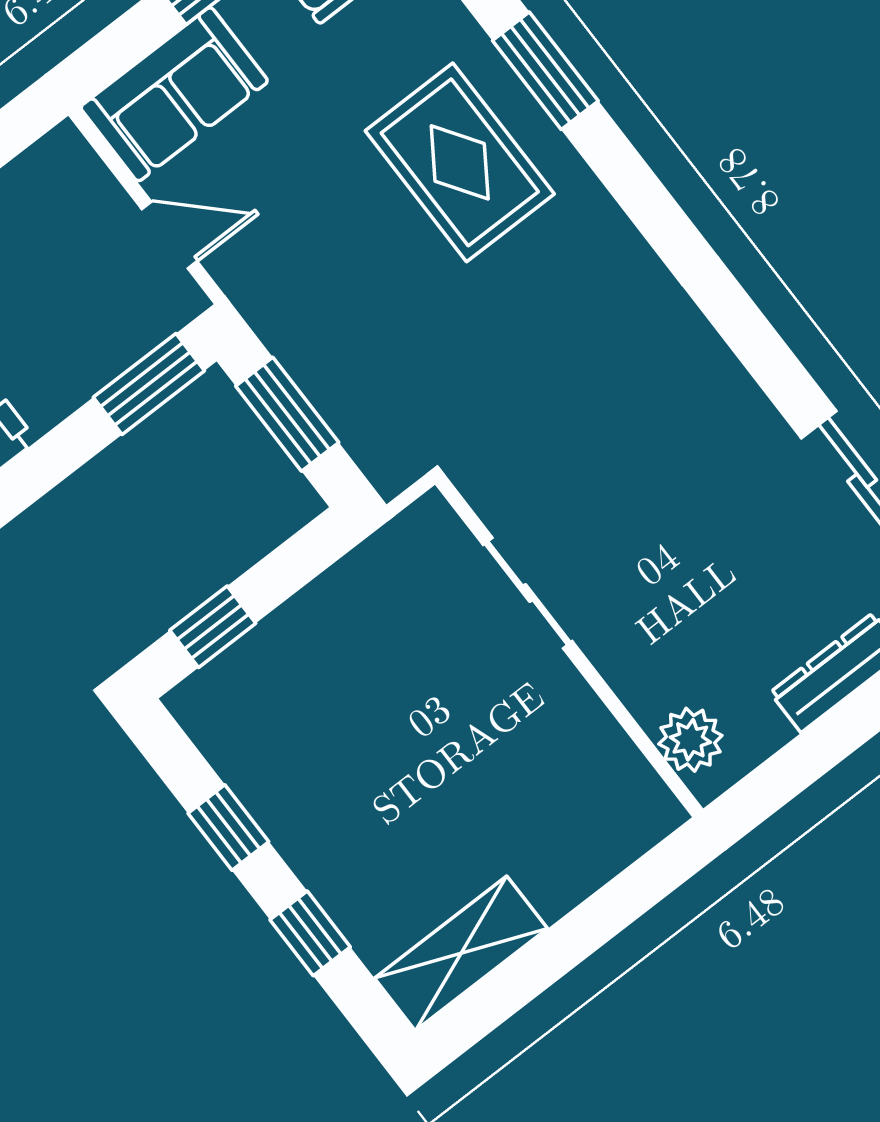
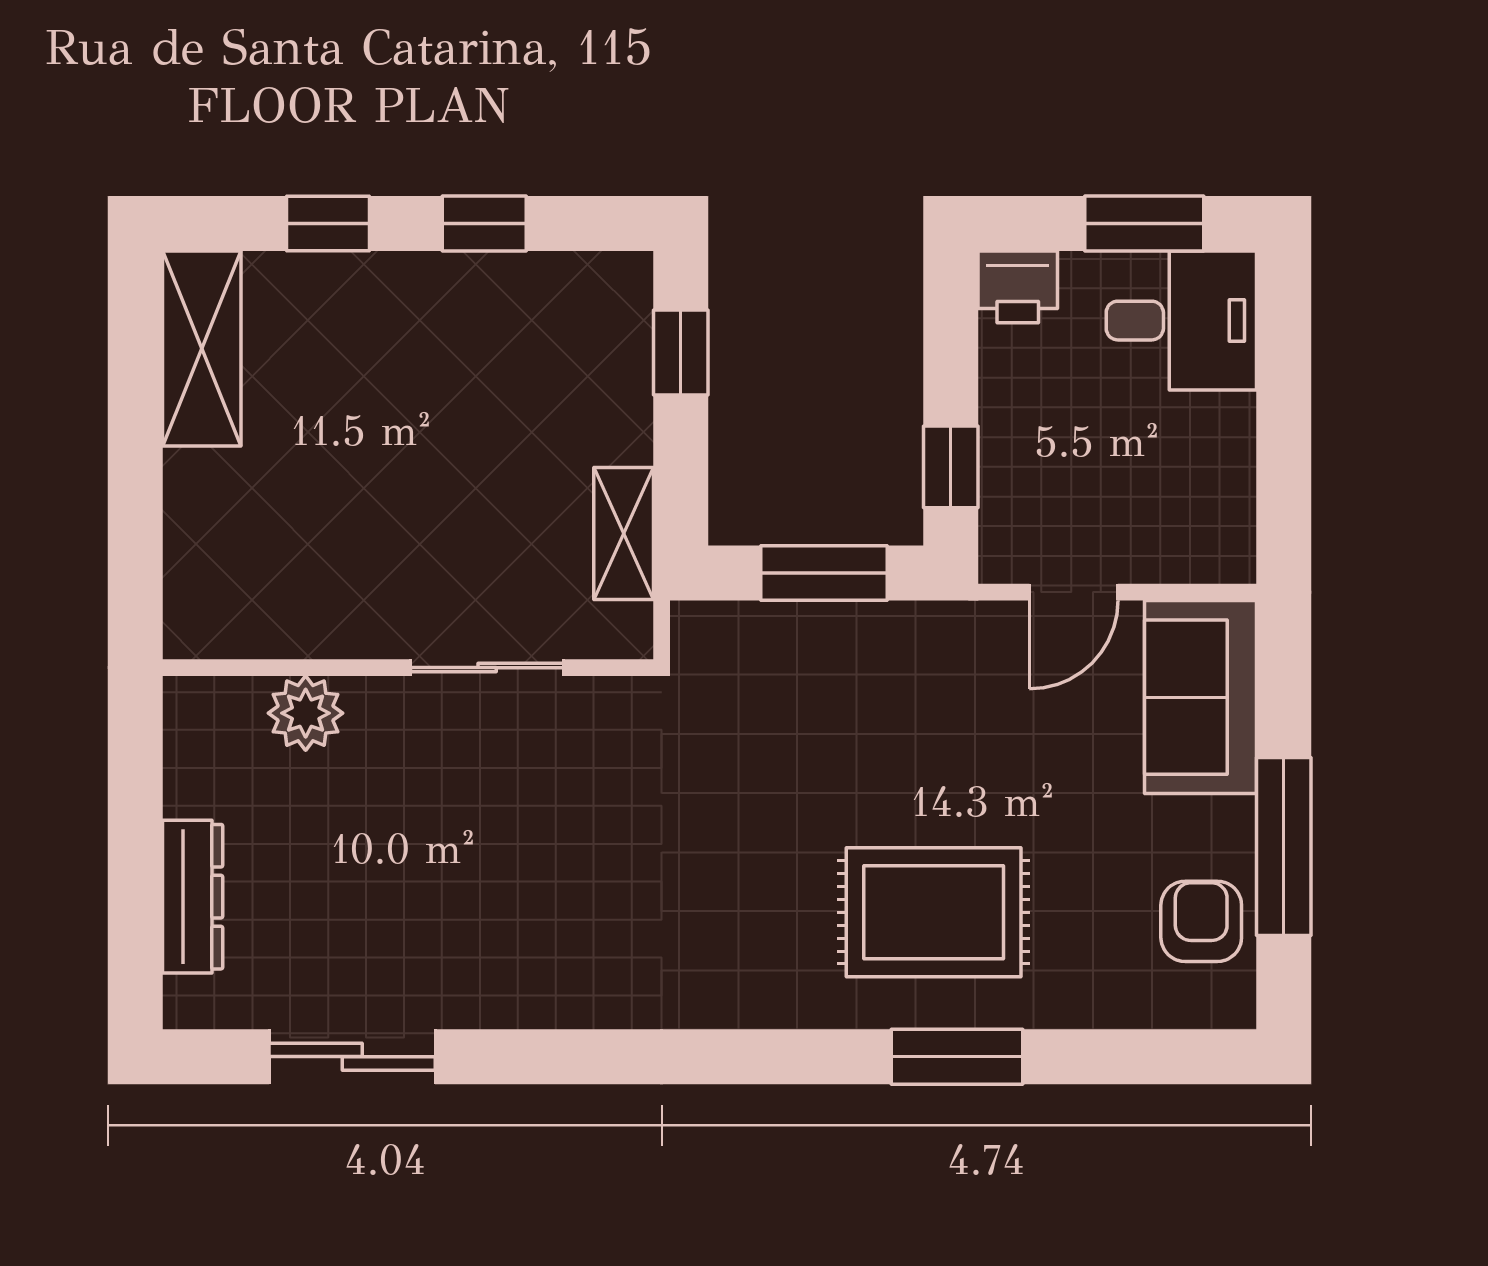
window: (149, 384) -> (951, 467), width x0.67
shelving: (365, 571) -> (624, 534), added
plant: (690, 740) -> (306, 713), moved

